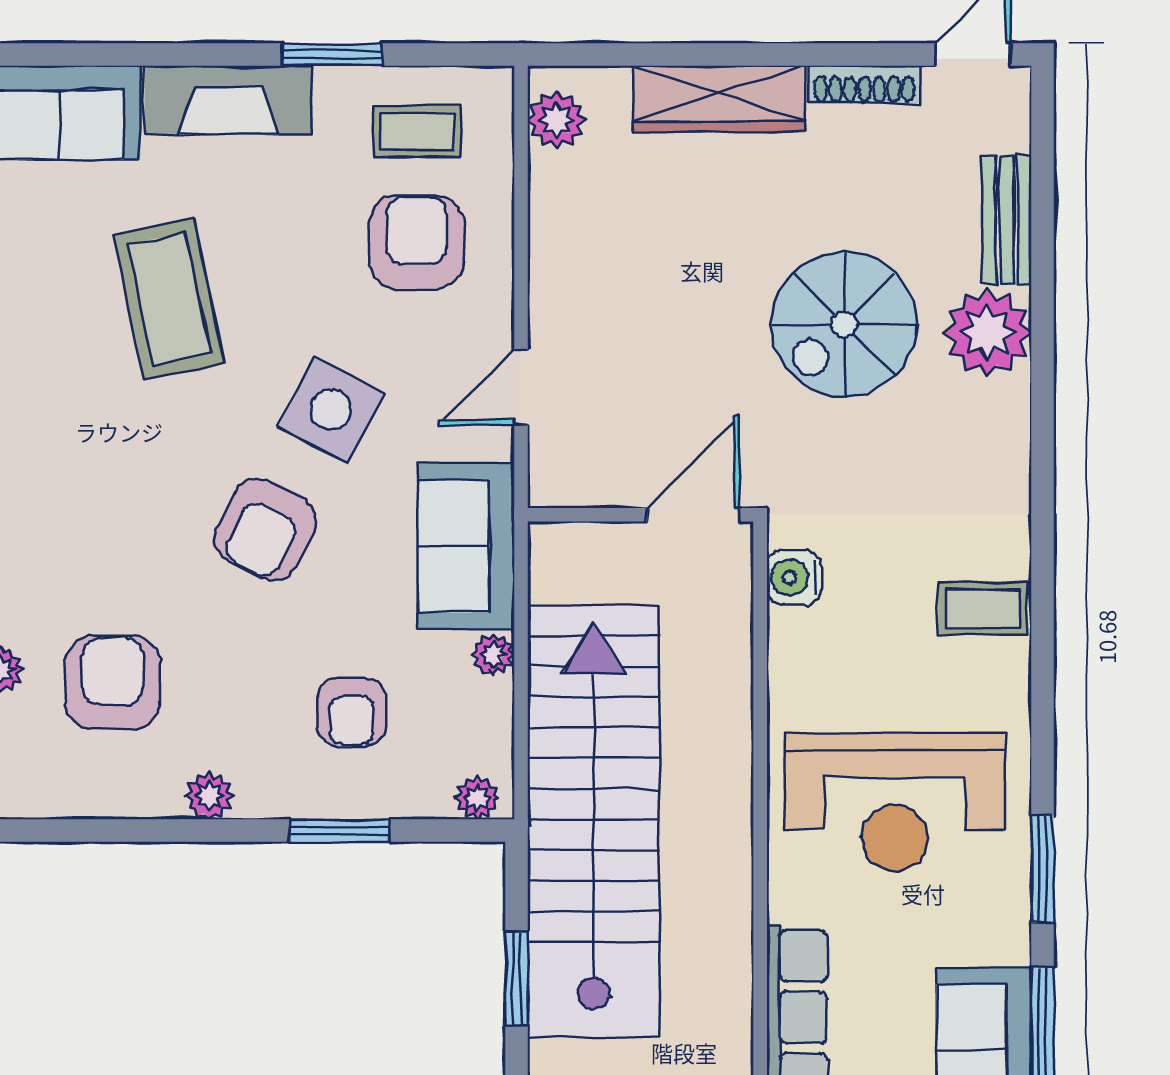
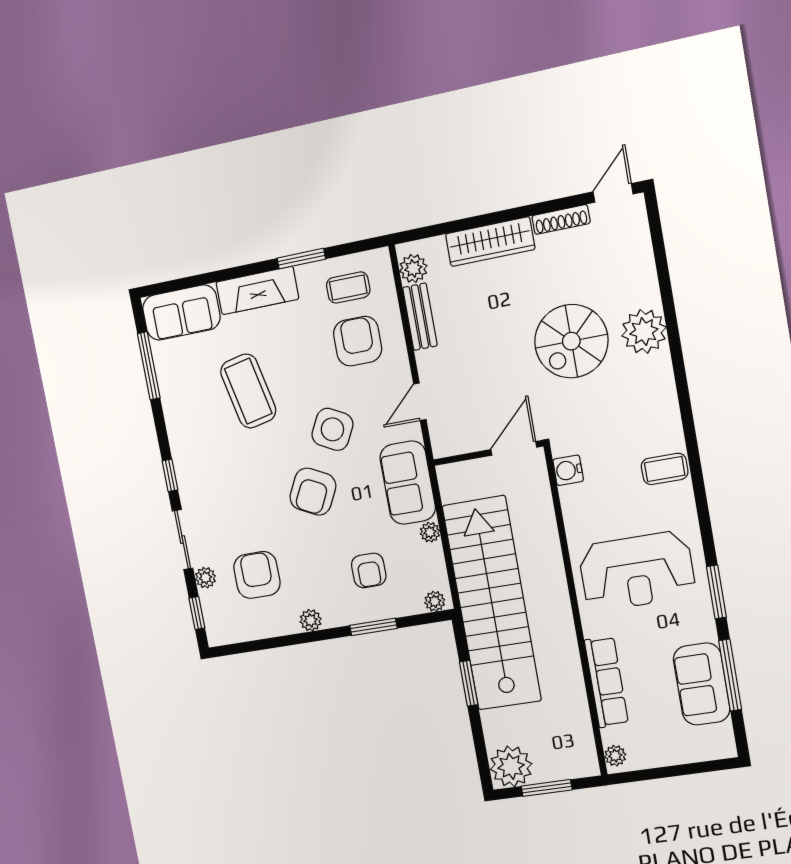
bench: (1007, 219) -> (420, 317), moved

